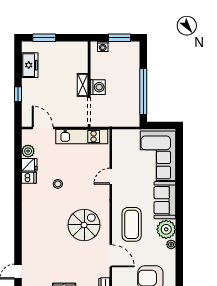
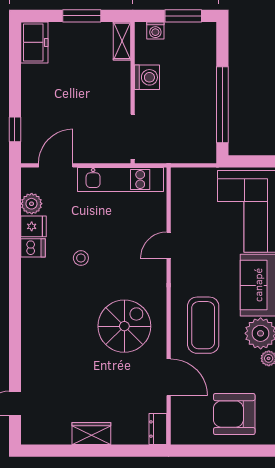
window: (44, 38) -> (82, 16), moved
freezer: (30, 65) -> (34, 42), moved
shelving: (83, 85) -> (122, 41), moved
washing machine: (98, 87) -> (147, 77), moved
window: (18, 94) -> (15, 129), moved
door: (43, 128) -> (56, 165), hinge flipped

